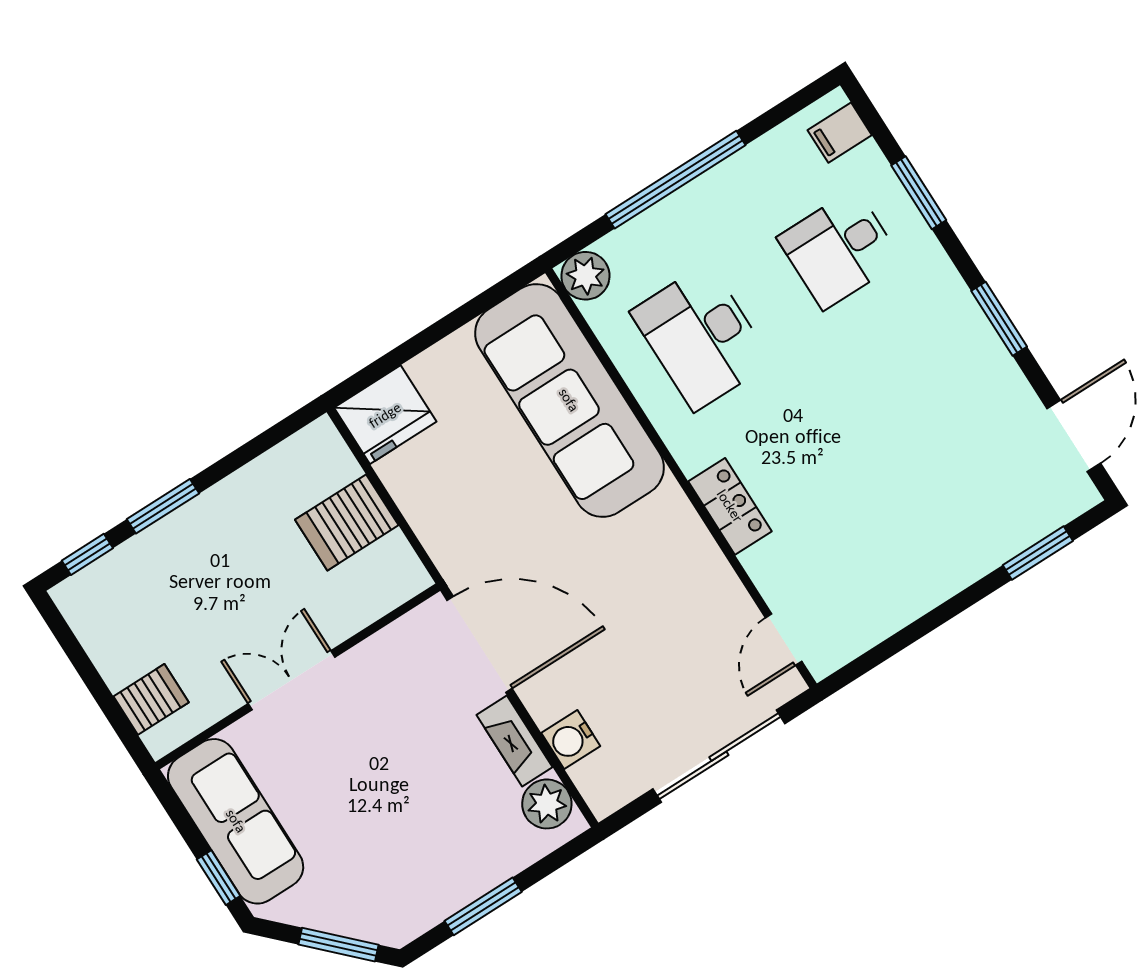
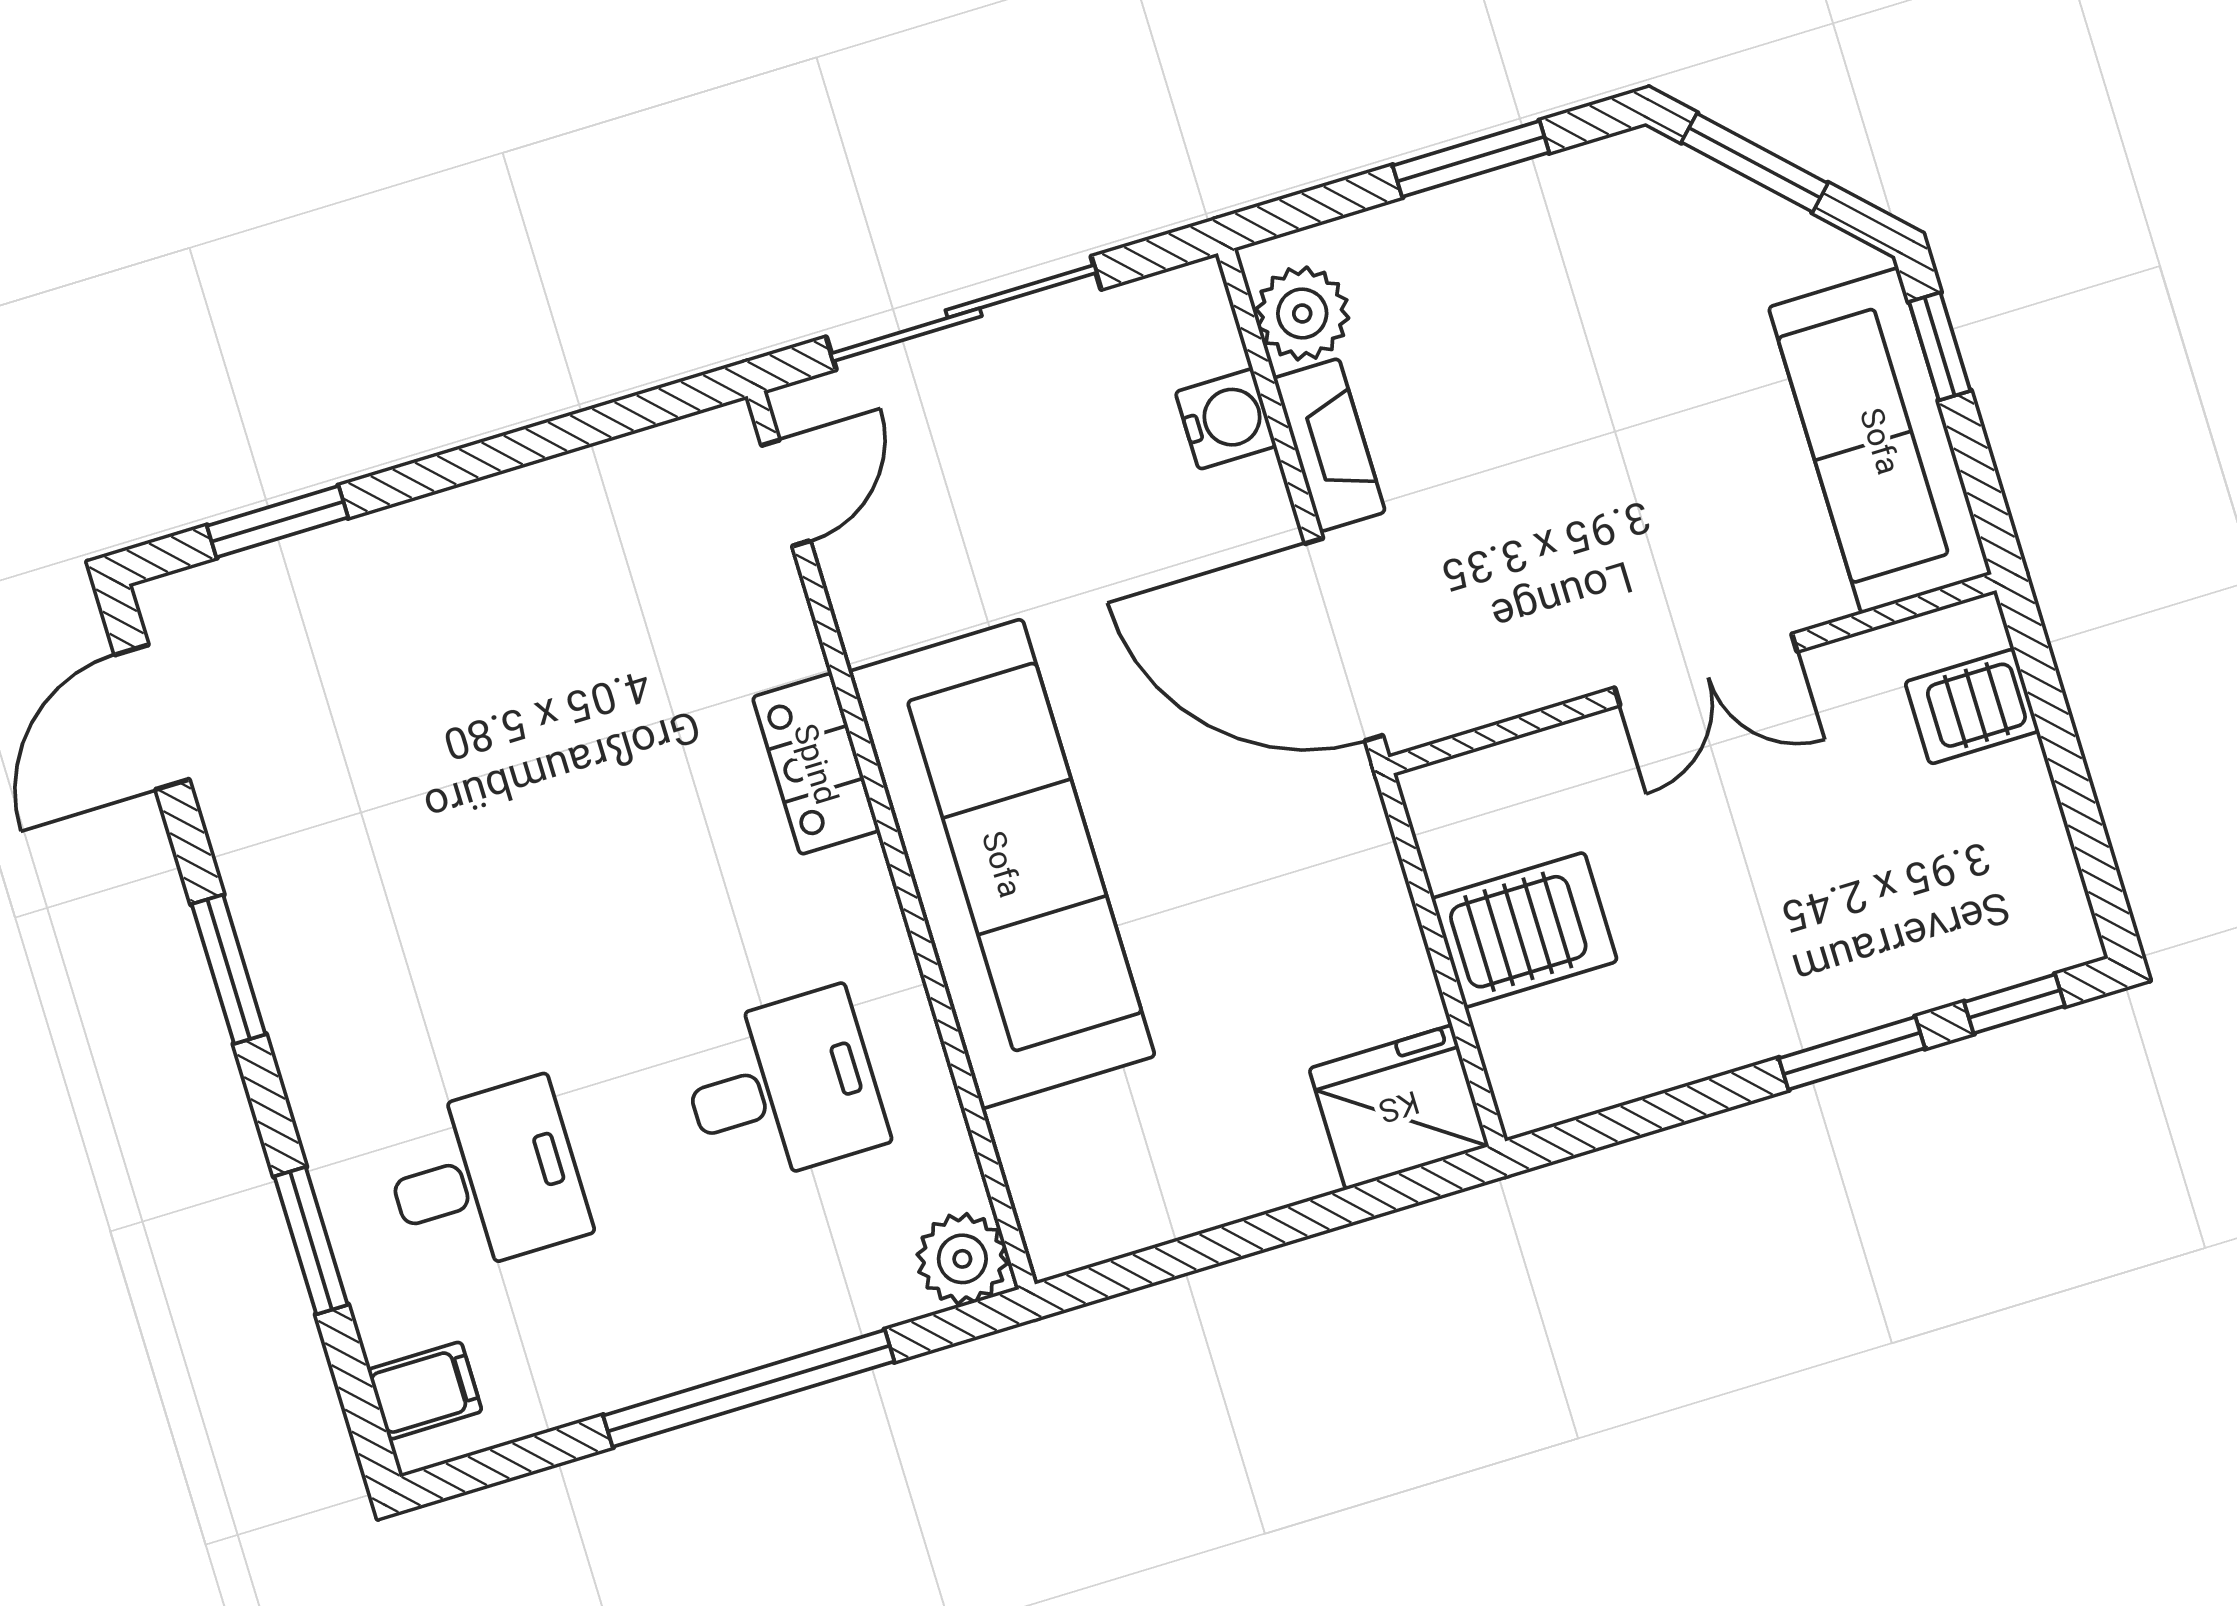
desk: (701, 337) -> (782, 1088), width x0.73
sofa: (569, 400) -> (1002, 864), moved

